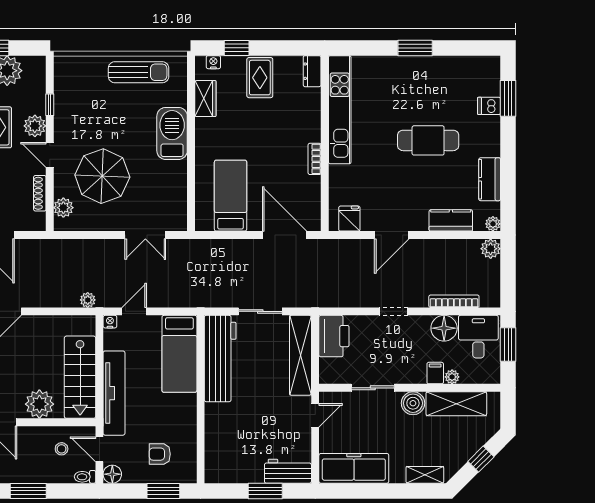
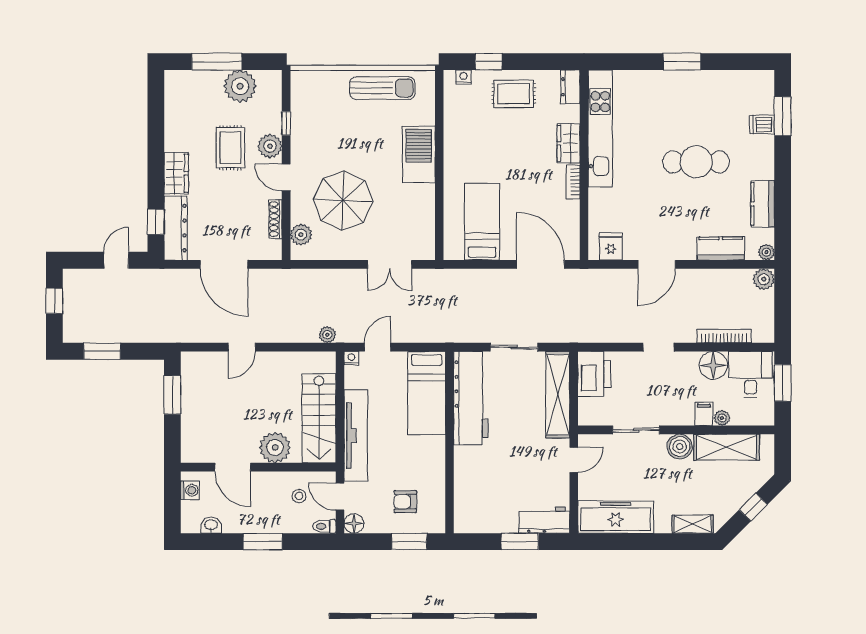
rug: (260, 78) -> (514, 94), turned 90
wardrobe: (205, 99) -> (569, 143), moved, turned 180

